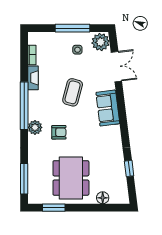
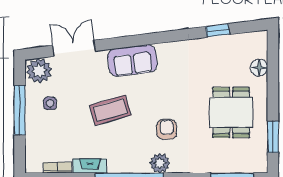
coffee table: (73, 92) -> (110, 110), turned -31
dining table: (71, 178) -> (231, 113), width x0.73

